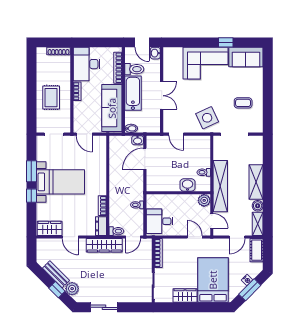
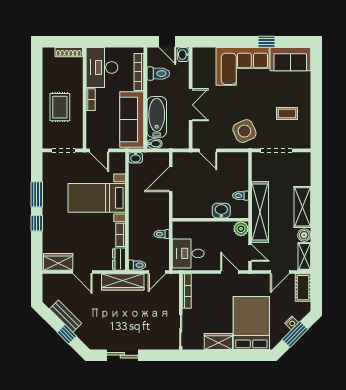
bathtub: (133, 93) -> (157, 117), moved
washbasin: (138, 140) -> (136, 158), moved
bed with nightstands: (60, 182) -> (97, 198), moved, turned 180
plant: (72, 289) -> (85, 333), removed

